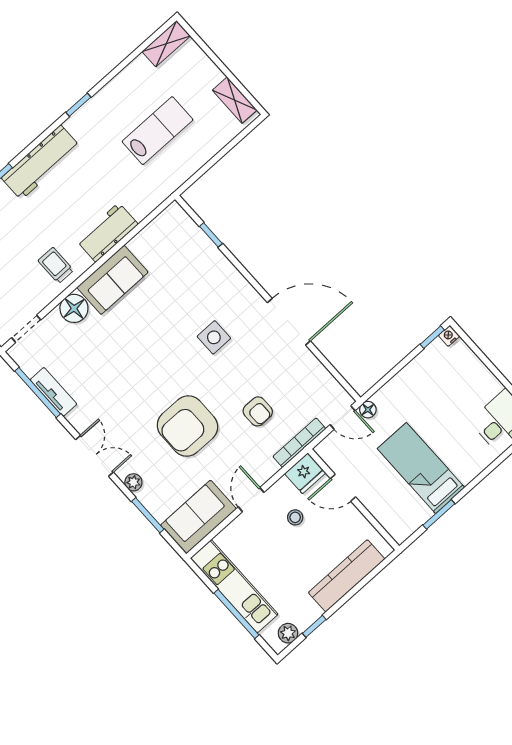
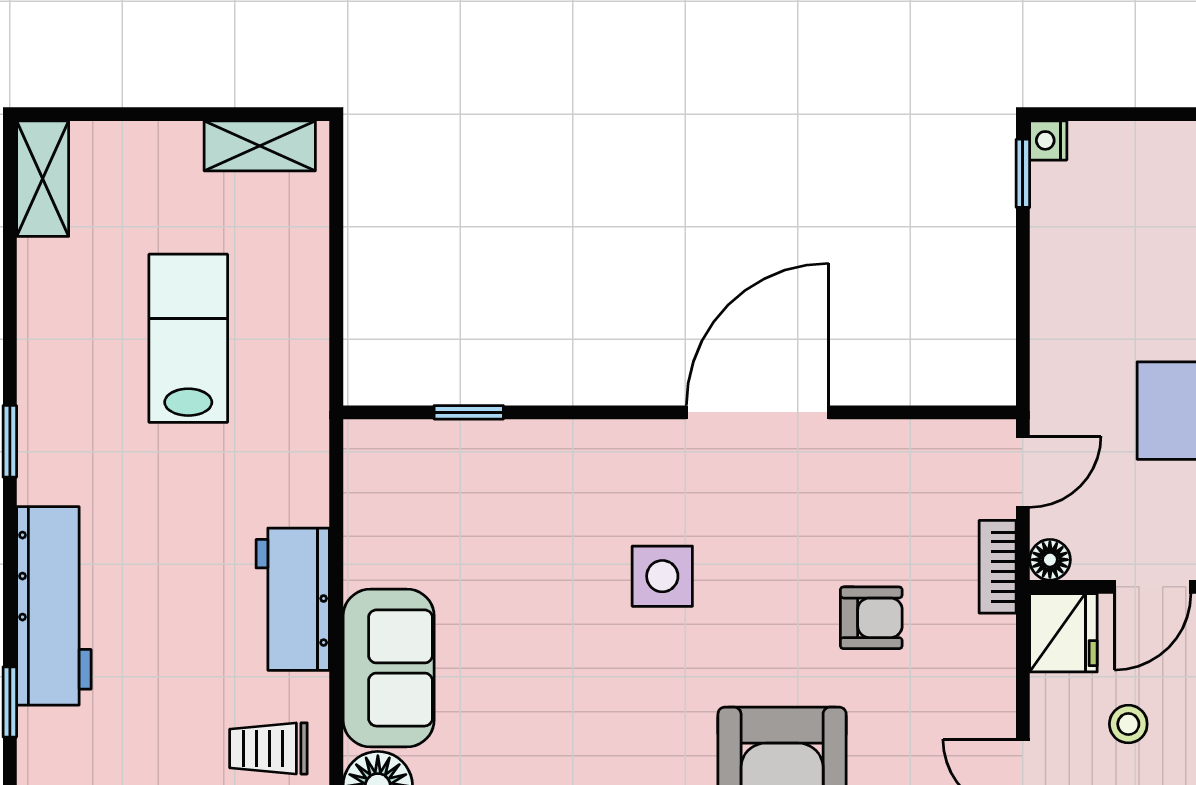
floor lamp: (368, 410) -> (1050, 560), moved
bookcase: (299, 443) -> (998, 567), width x0.64

